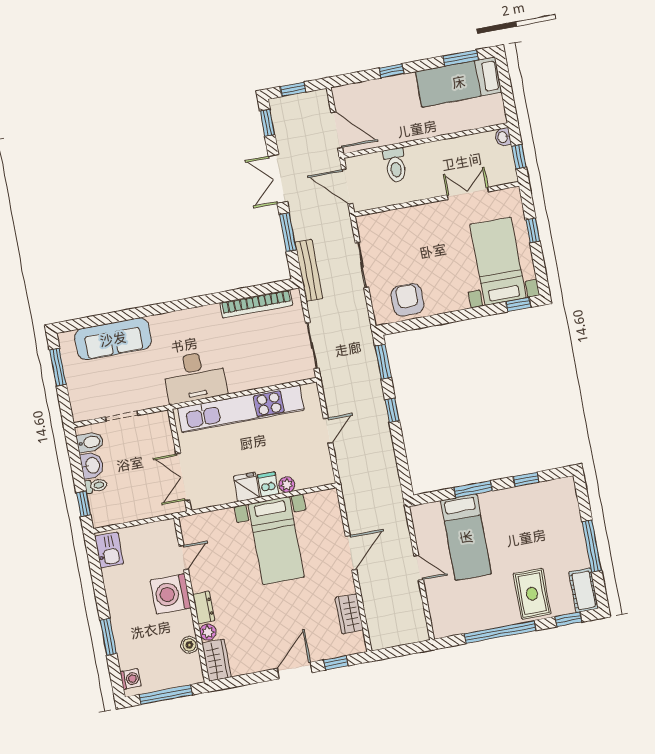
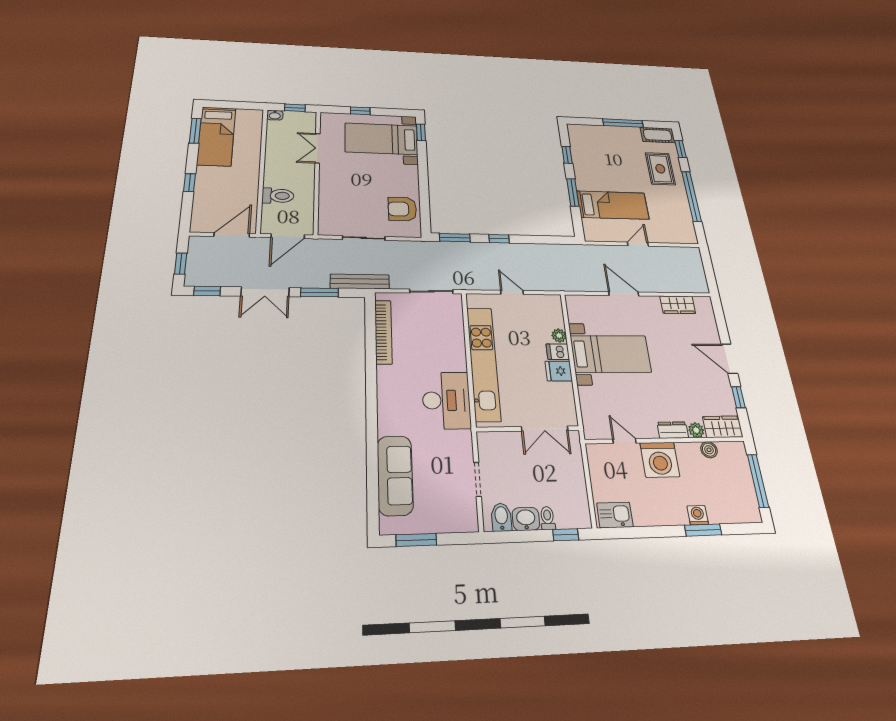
rug: (532, 594) -> (660, 169), turned 90
window: (336, 663) -> (738, 397), moved
washing machine: (131, 679) -> (698, 515), moved

